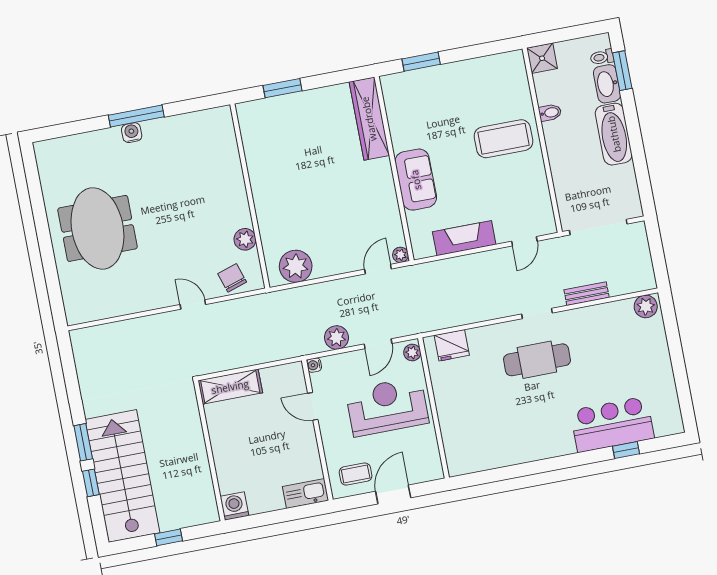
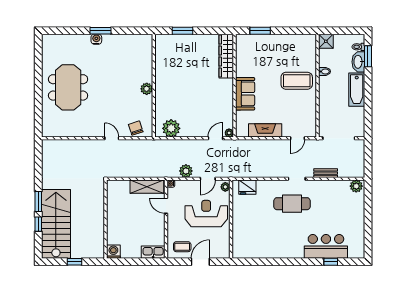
window: (136, 116) -> (101, 31), width x0.69
plant: (245, 239) -> (147, 89), moved
shelving: (230, 387) -> (147, 187), moved

